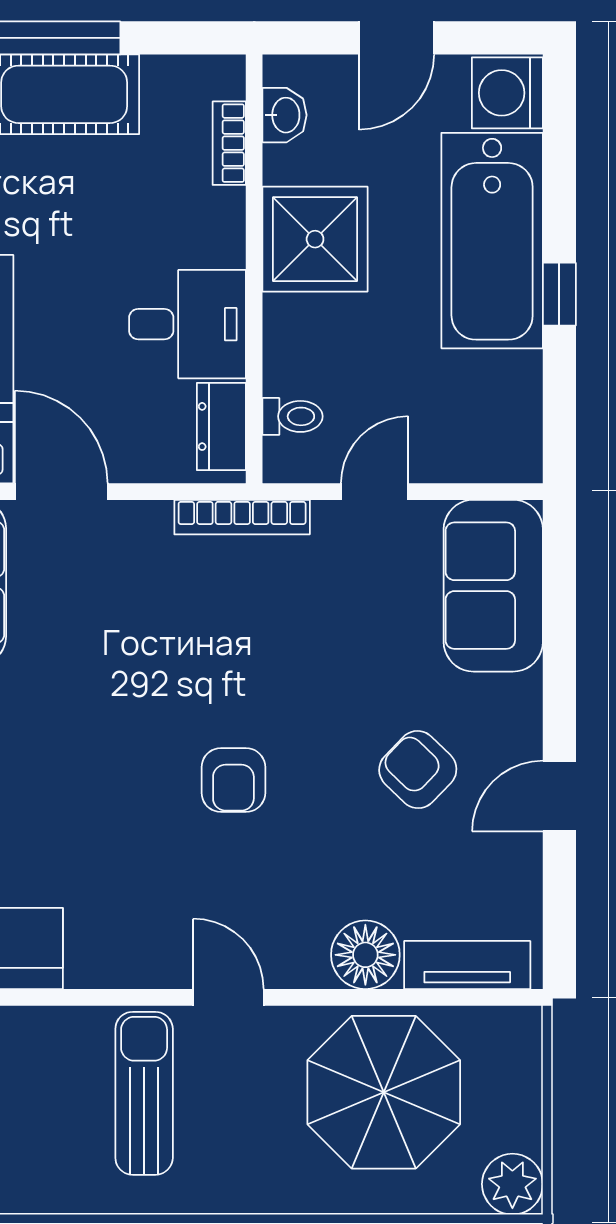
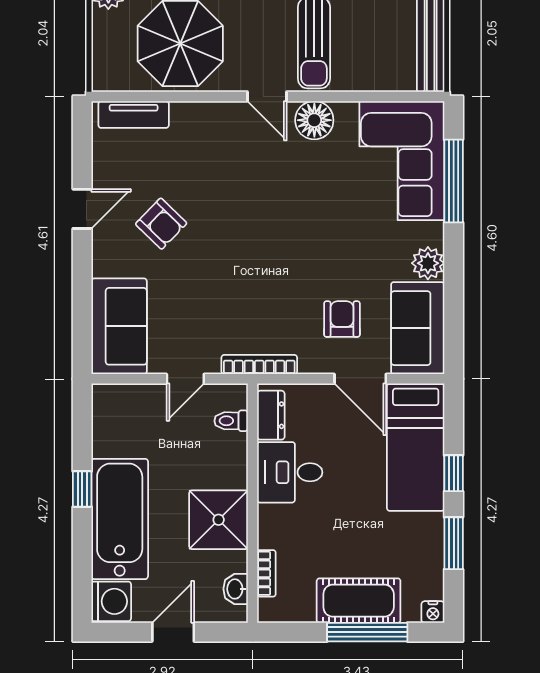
armchair: (233, 780) -> (342, 319), moved
floor lamp: (365, 955) -> (314, 120), moved

